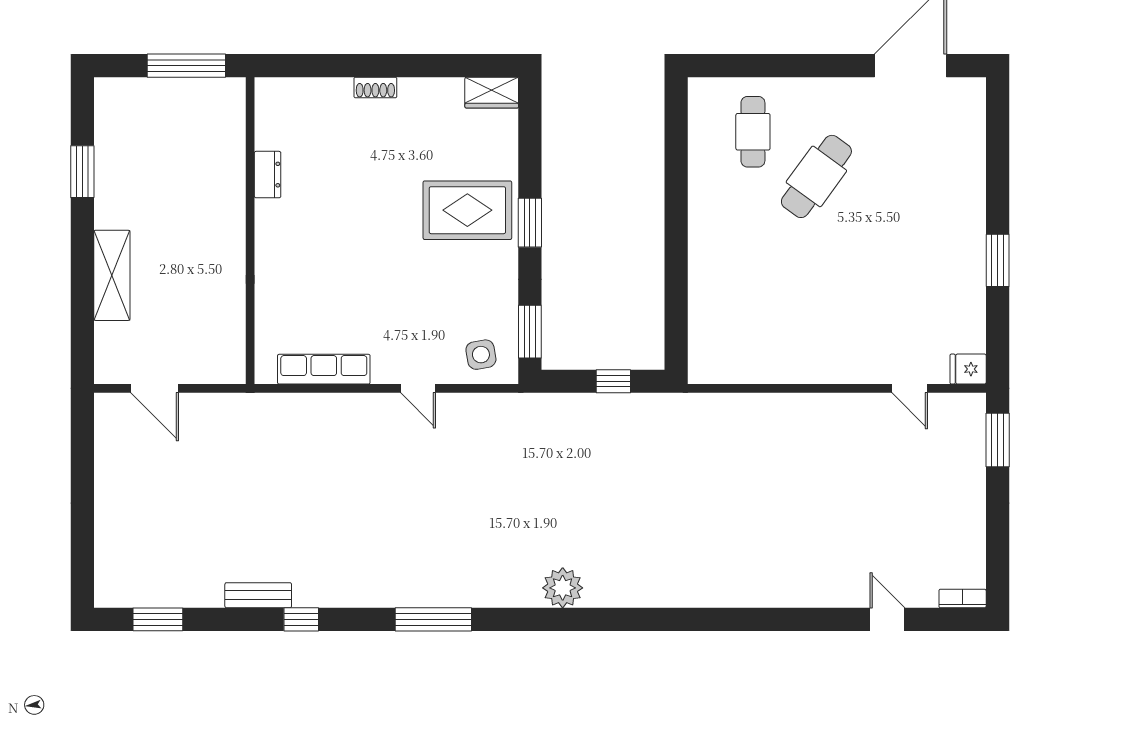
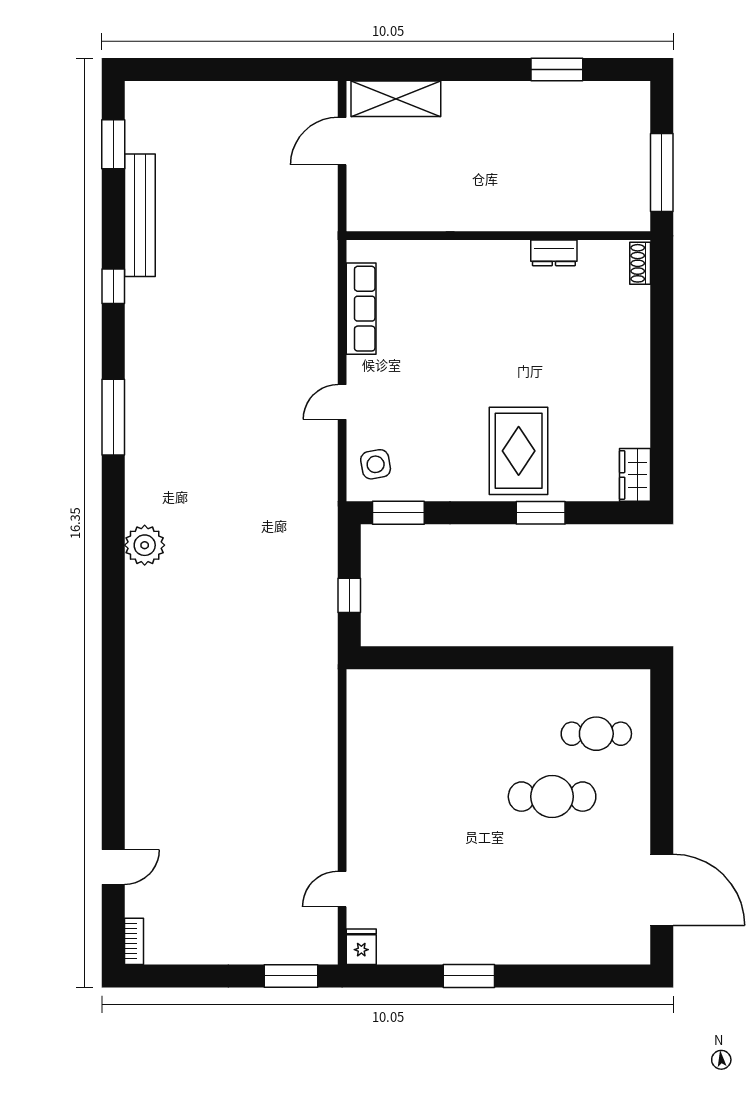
shoe rack: (375, 87) -> (640, 263), moved
cafe table: (816, 176) -> (552, 797), turned -36
window: (530, 223) -> (541, 513), moved
shelving: (112, 275) -> (396, 99), moved
bench: (258, 595) -> (140, 215), width x1.86, depth x1.21

